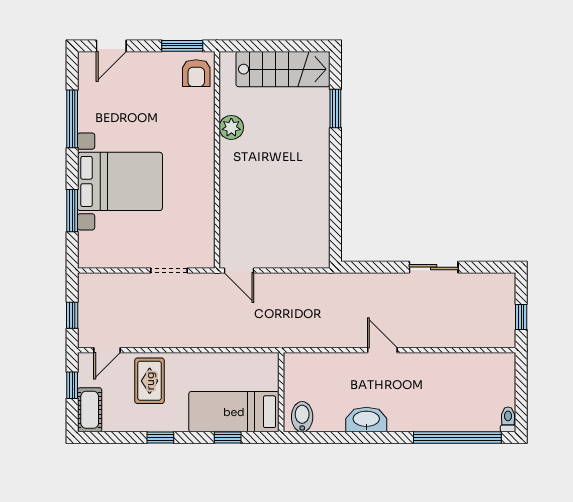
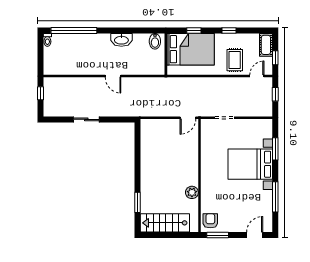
door: (239, 270) -> (188, 118), swing flipped
bed: (234, 412) -> (191, 49), width x1.50

